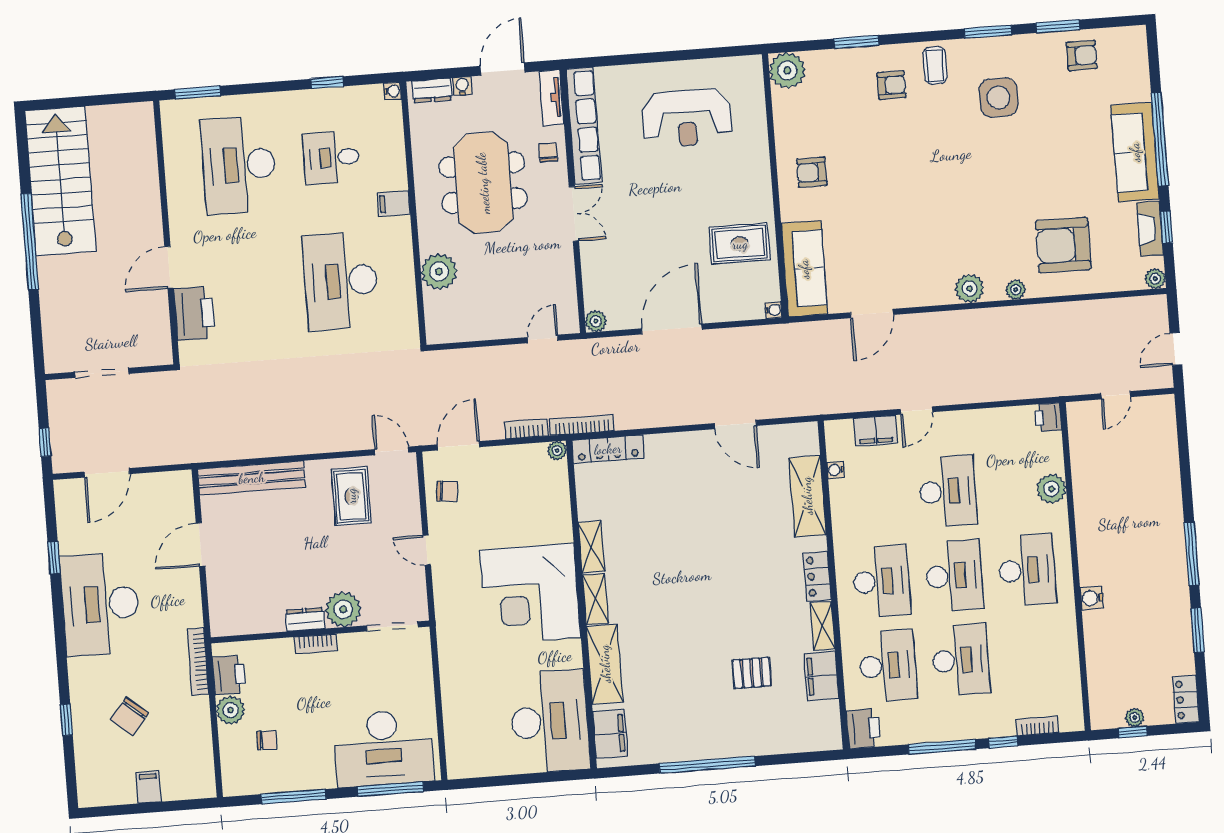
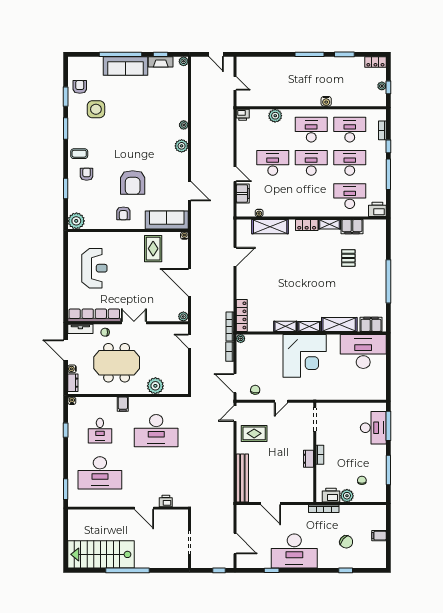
side table: (999, 97) -> (96, 109), moved
armchair: (1063, 245) -> (133, 183), moved
printer: (194, 314) -> (166, 501), width x0.53, depth x0.68
desk: (881, 581) -> (350, 130), moved
plant: (343, 609) -> (305, 441), removed
desk: (383, 748) -> (373, 428), width x0.73, depth x0.77

